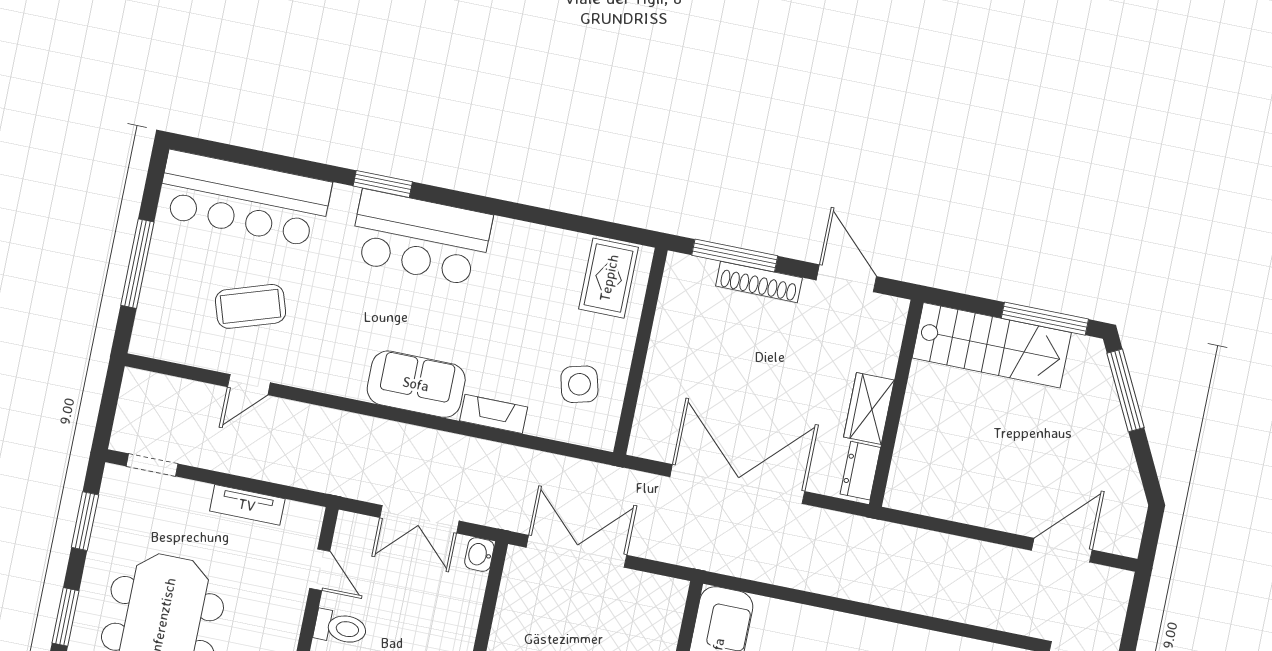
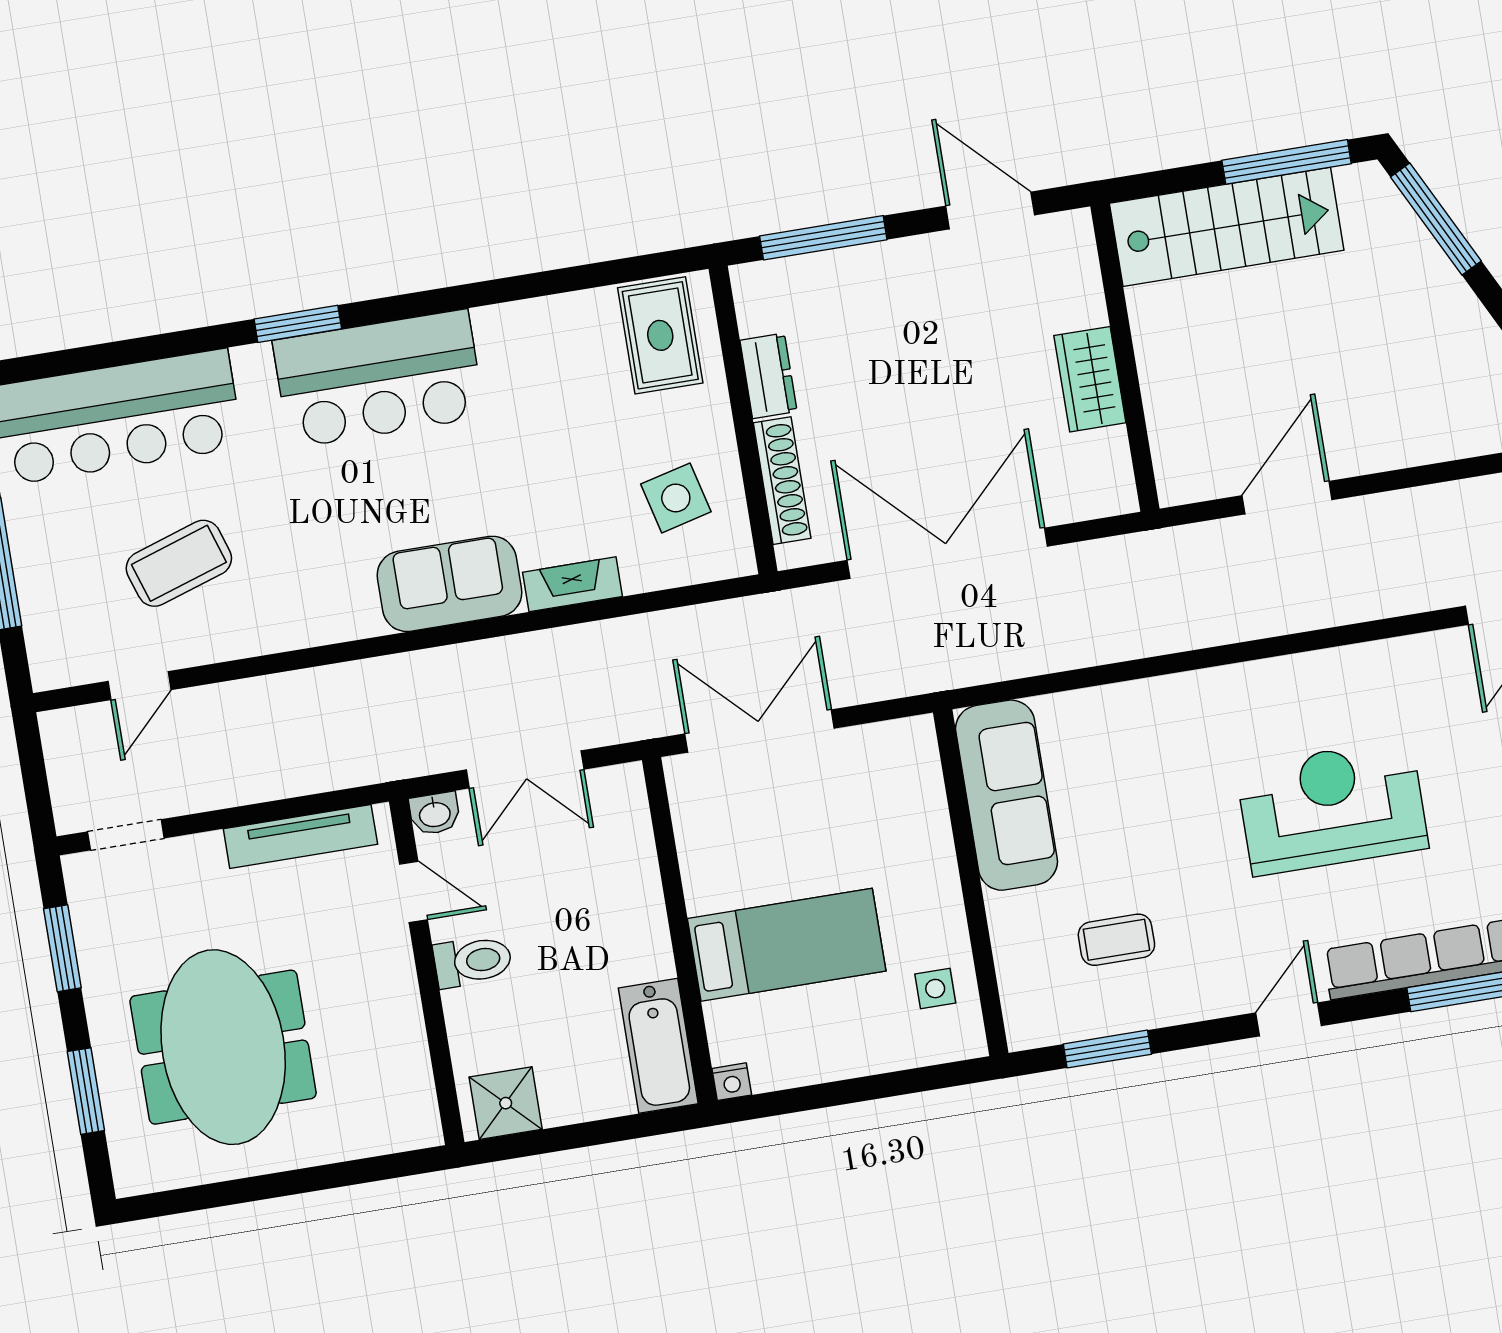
shoe rack: (759, 282) -> (782, 481), moved, turned -90
door: (249, 385) -> (140, 686), moved
dresser: (860, 471) -> (768, 376), moved, turned 180
tv unit: (247, 505) -> (300, 837), width x1.41
door: (1062, 550) -> (1287, 498), moved
washbasin: (479, 555) -> (435, 814), moved, turned -90

